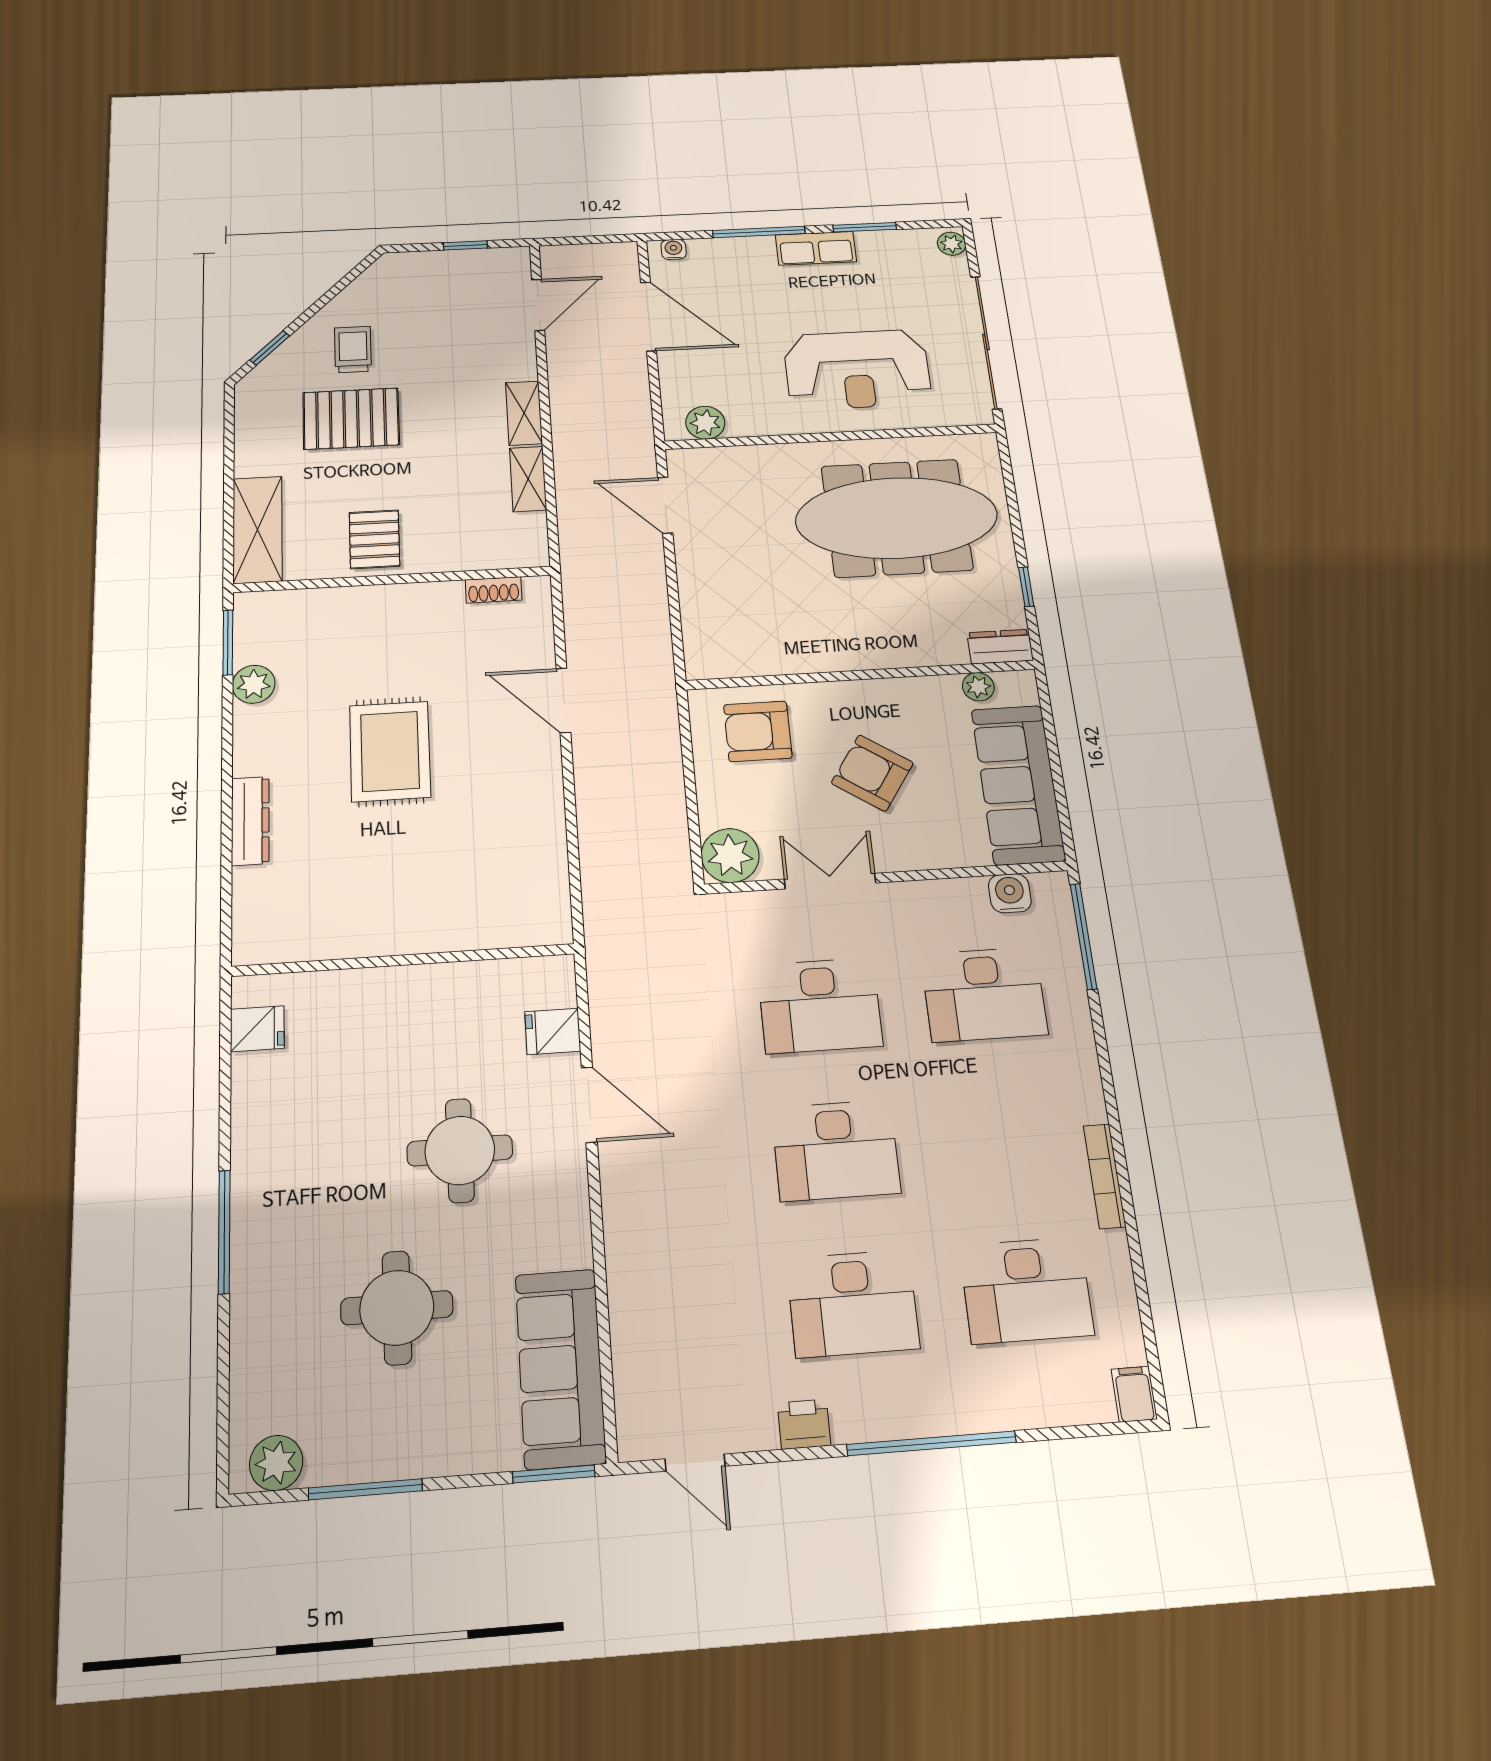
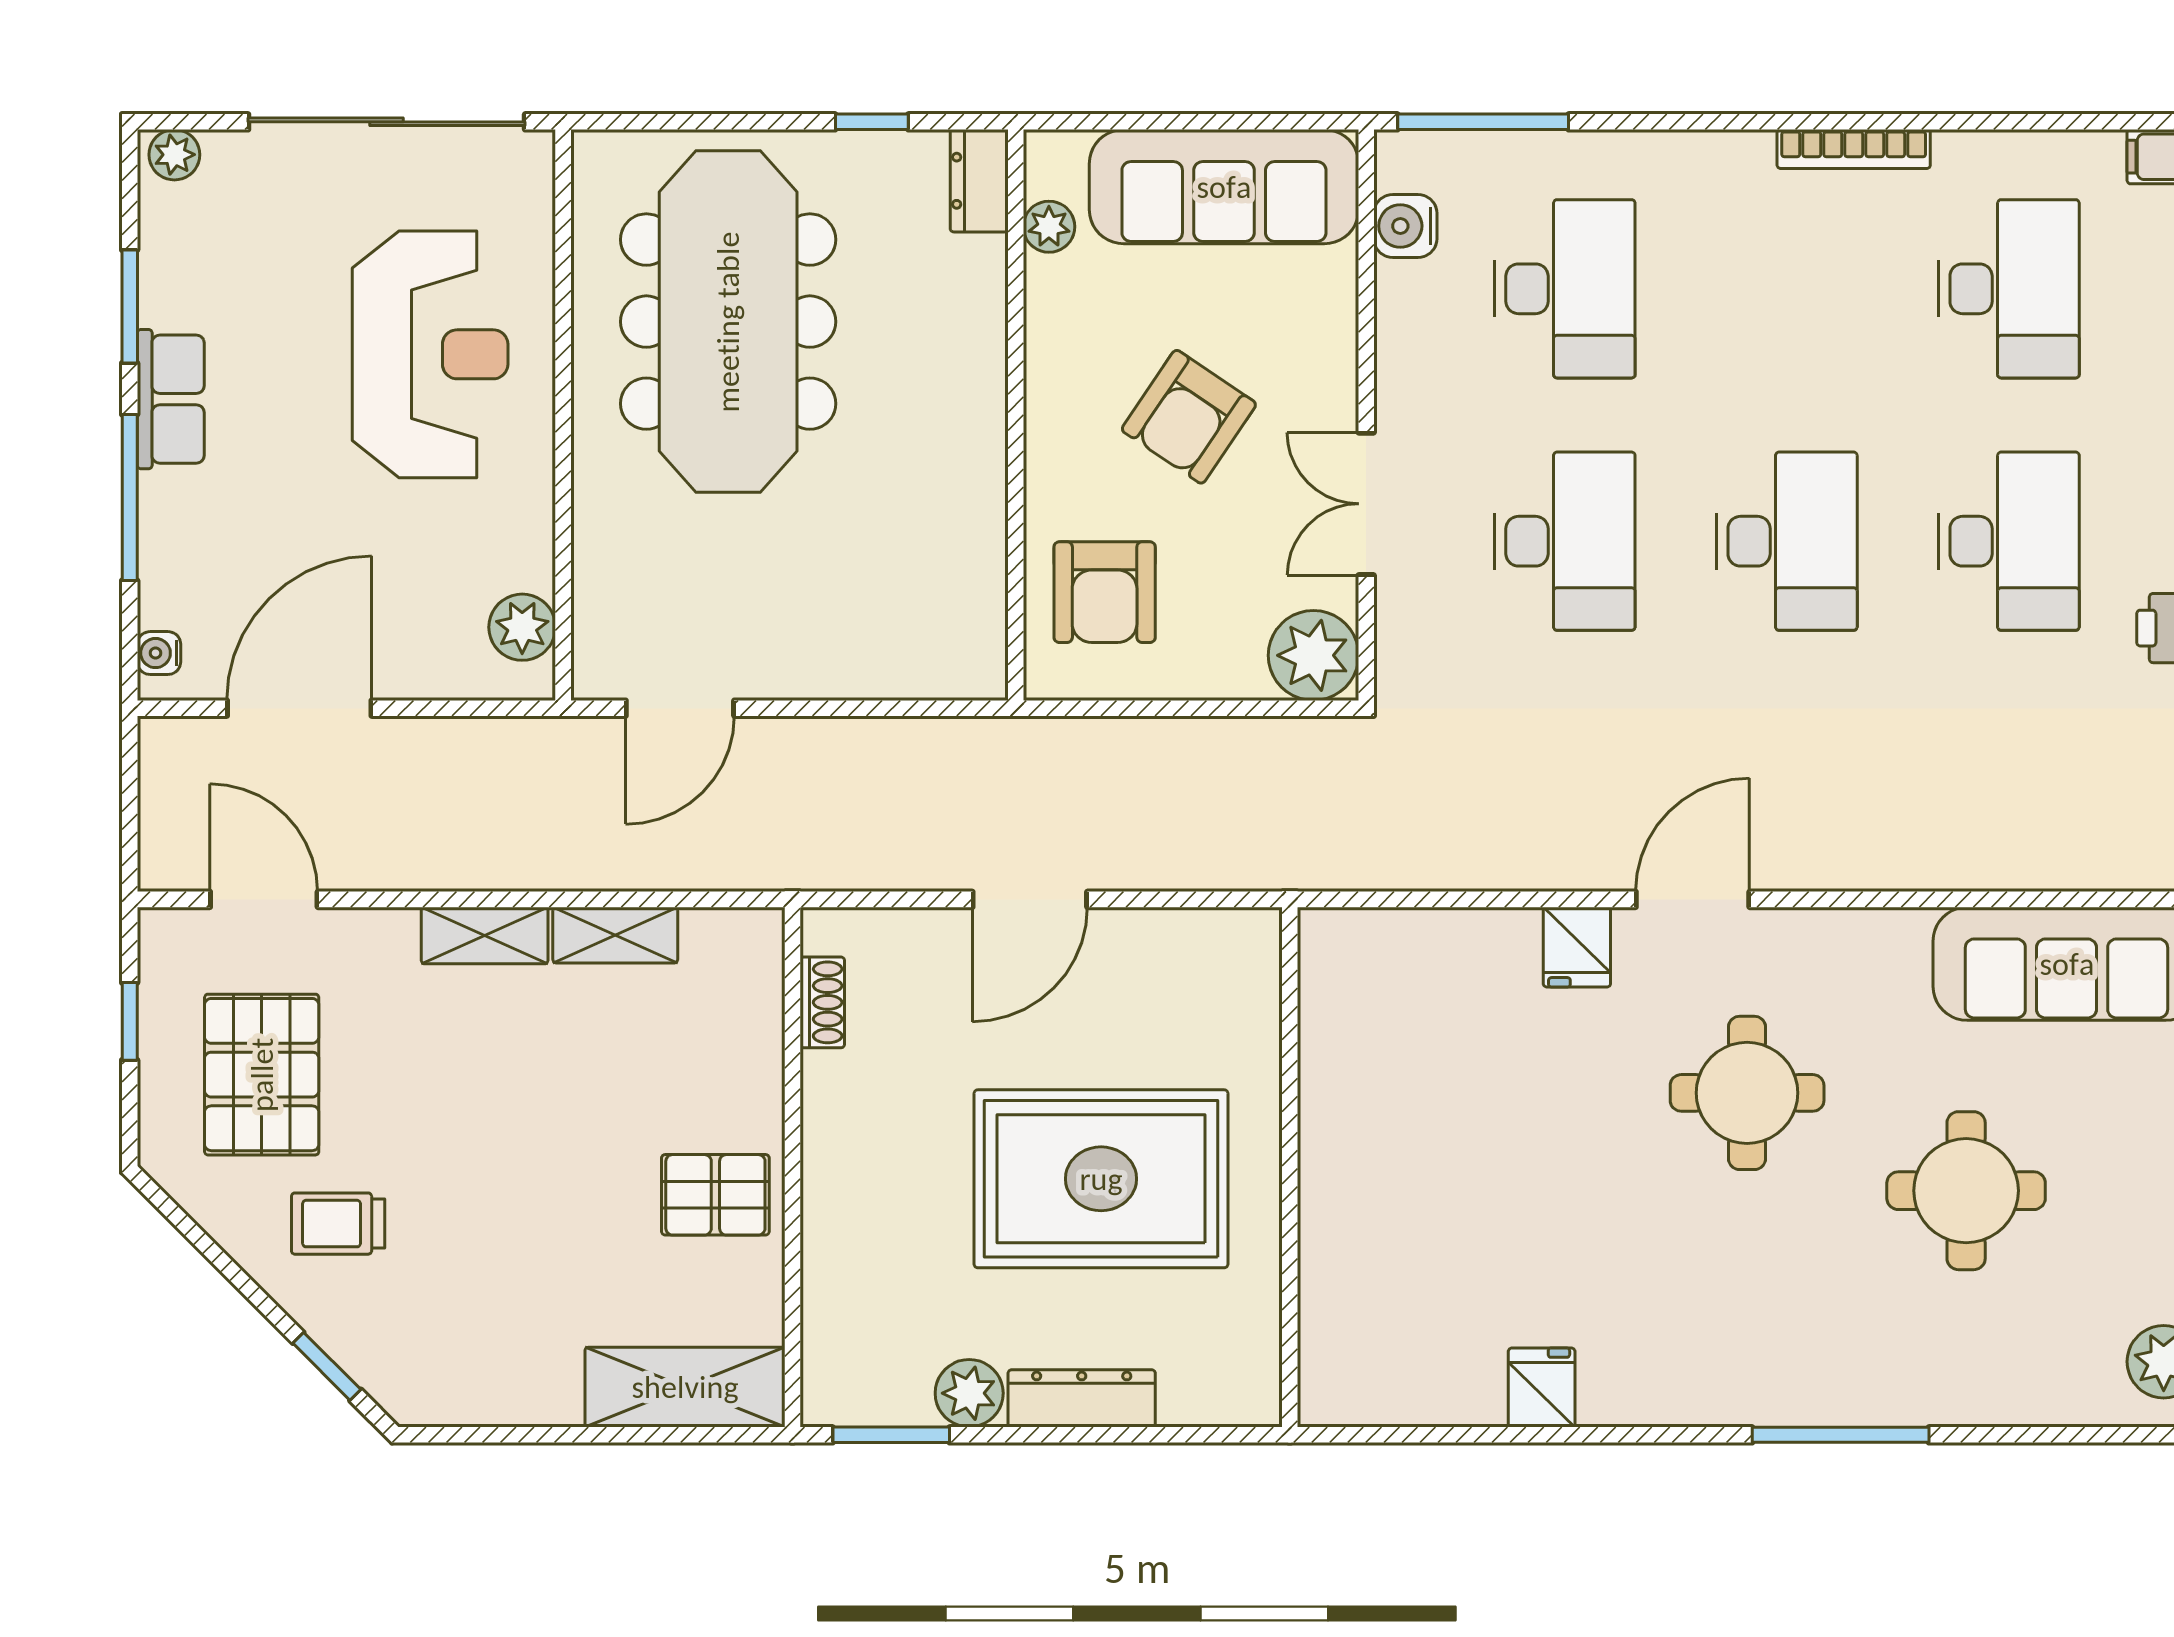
pallet: (351, 419) -> (262, 1075), moved
rug: (390, 751) -> (1101, 1179), width x1.37, depth x1.44
dresser: (250, 821) -> (1082, 1398), moved
wall: (403, 960) -> (1290, 1167), moved

